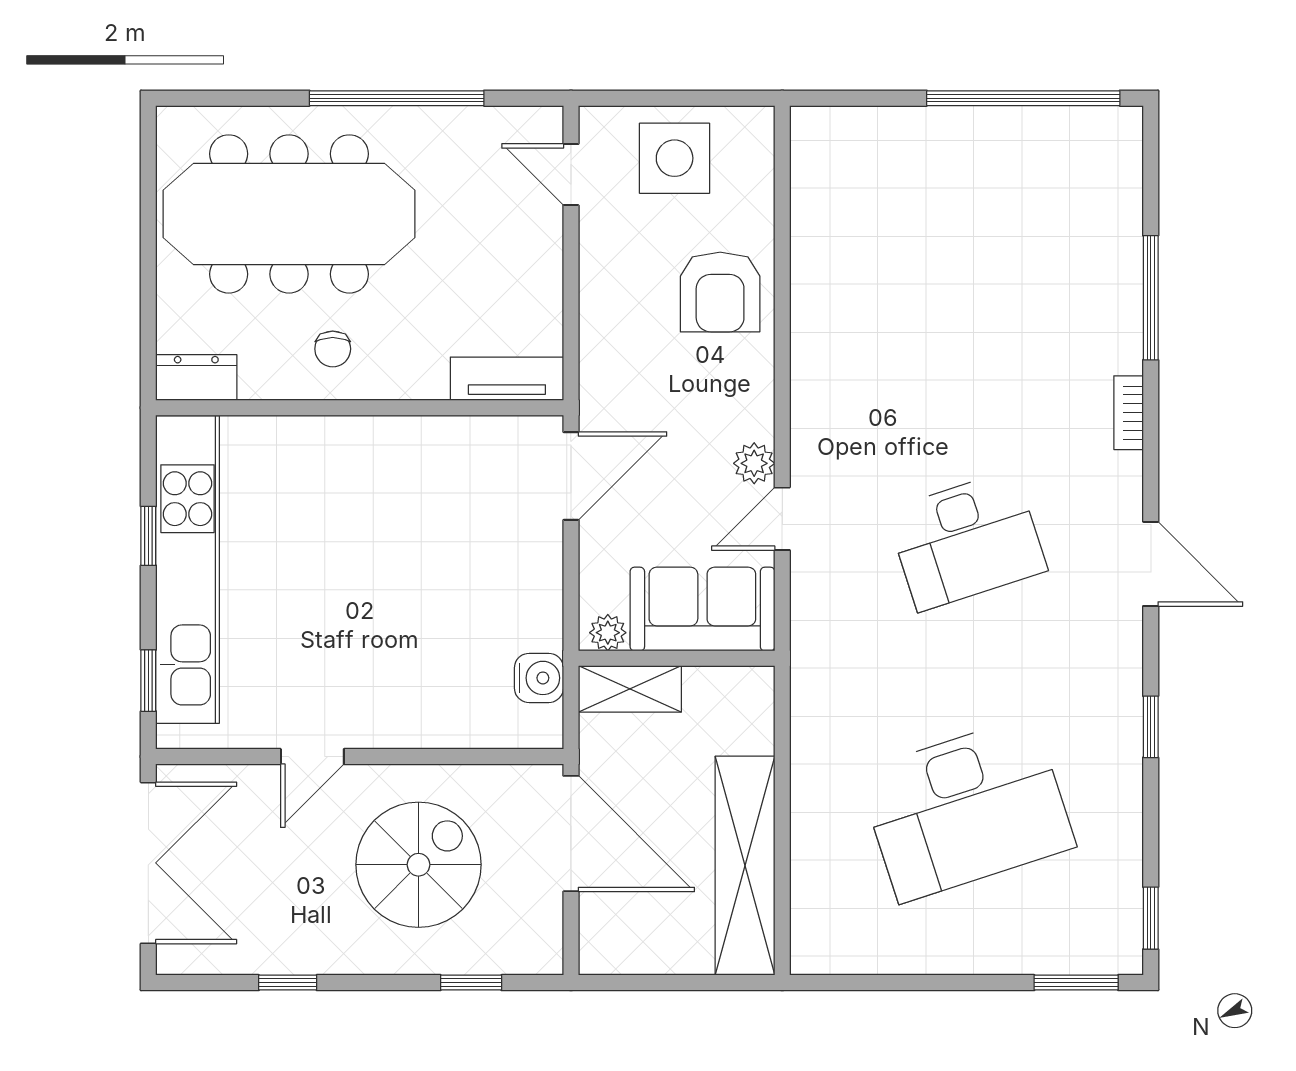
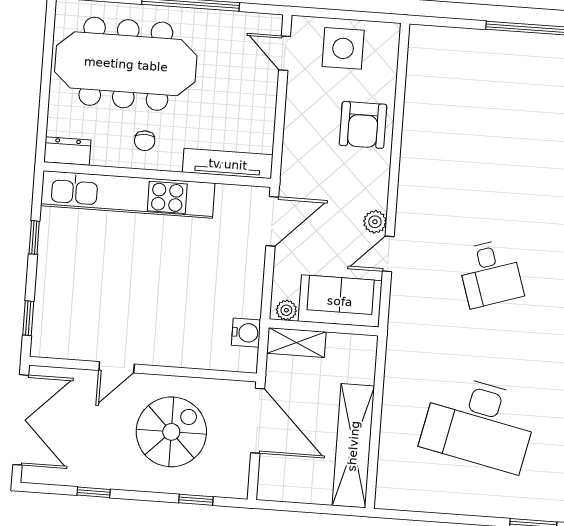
tv unit: (507, 379) -> (228, 164), width x1.41
desk: (966, 540) -> (490, 273), width x0.73
kitchen unit: (188, 570) -> (128, 194), moved, turned 90
desk: (966, 809) -> (479, 423), turned 30

